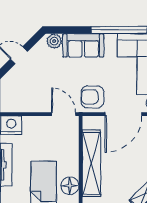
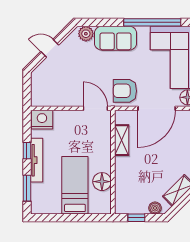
shelving: (91, 163) -> (122, 140), width x0.45, depth x0.75

